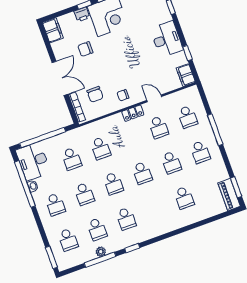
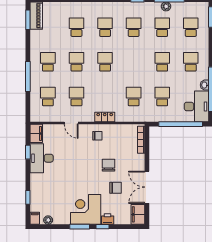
desk: (167, 39) -> (42, 158), moved
double door: (60, 78) -> (147, 187), moved
chair: (95, 94) -> (108, 165), moved
locker: (133, 113) -> (105, 117), moved
school desk: (113, 183) -> (105, 27), moved

